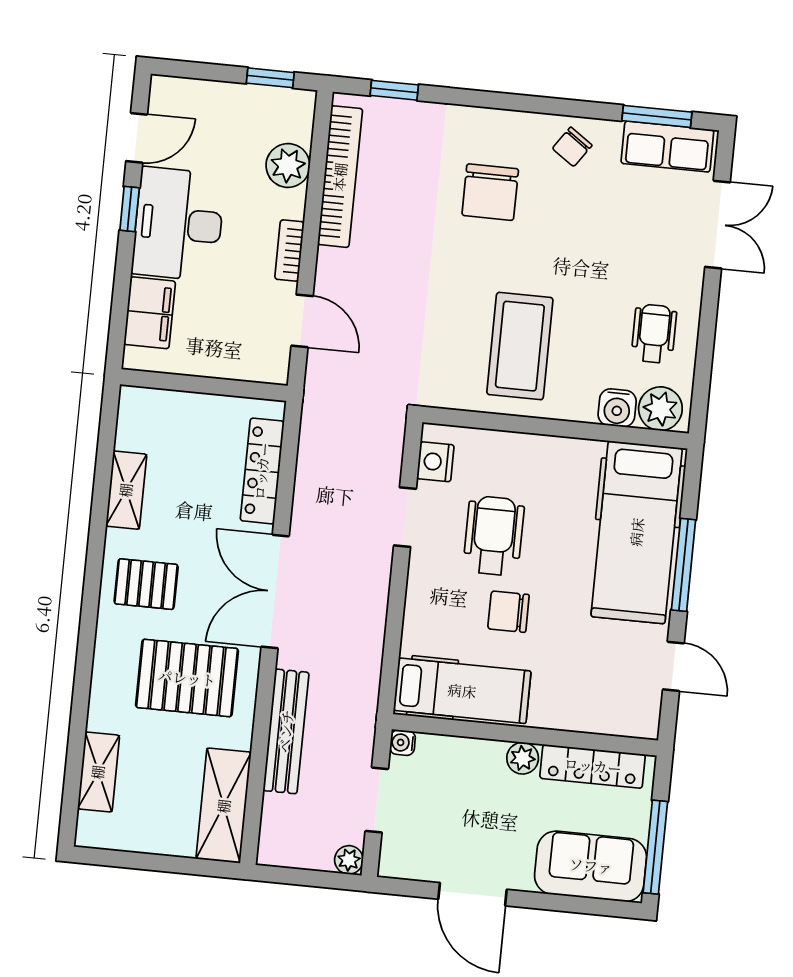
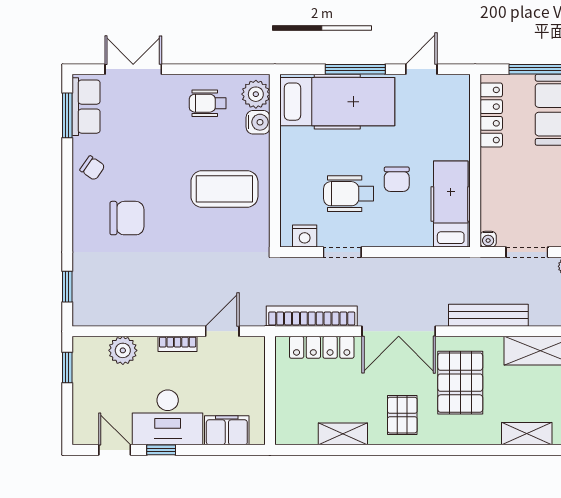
bookcase: (340, 177) -> (312, 316), moved
plant: (523, 758) -> (490, 161), removed

